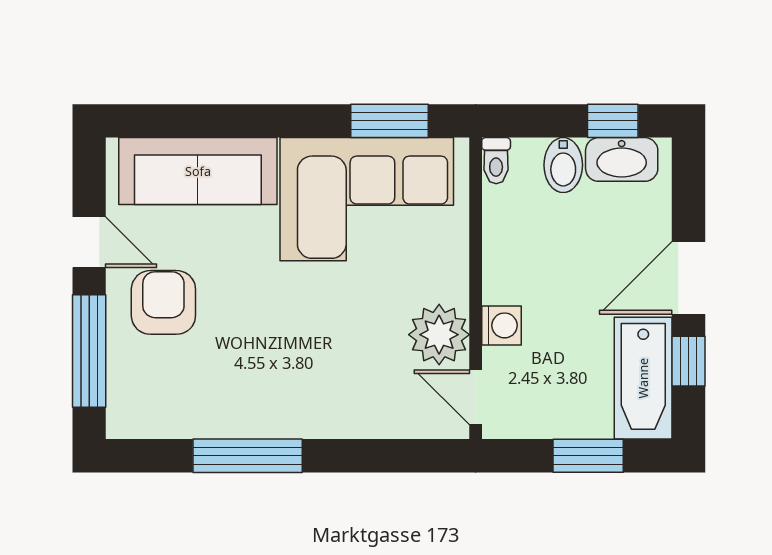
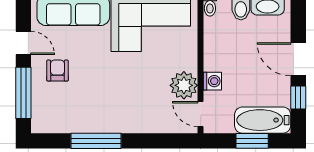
door: (688, 278) -> (298, 59), hinge flipped
armchair: (163, 302) -> (57, 71), width x0.72, depth x0.72
bathtub: (643, 378) -> (263, 120), moved, turned 90

